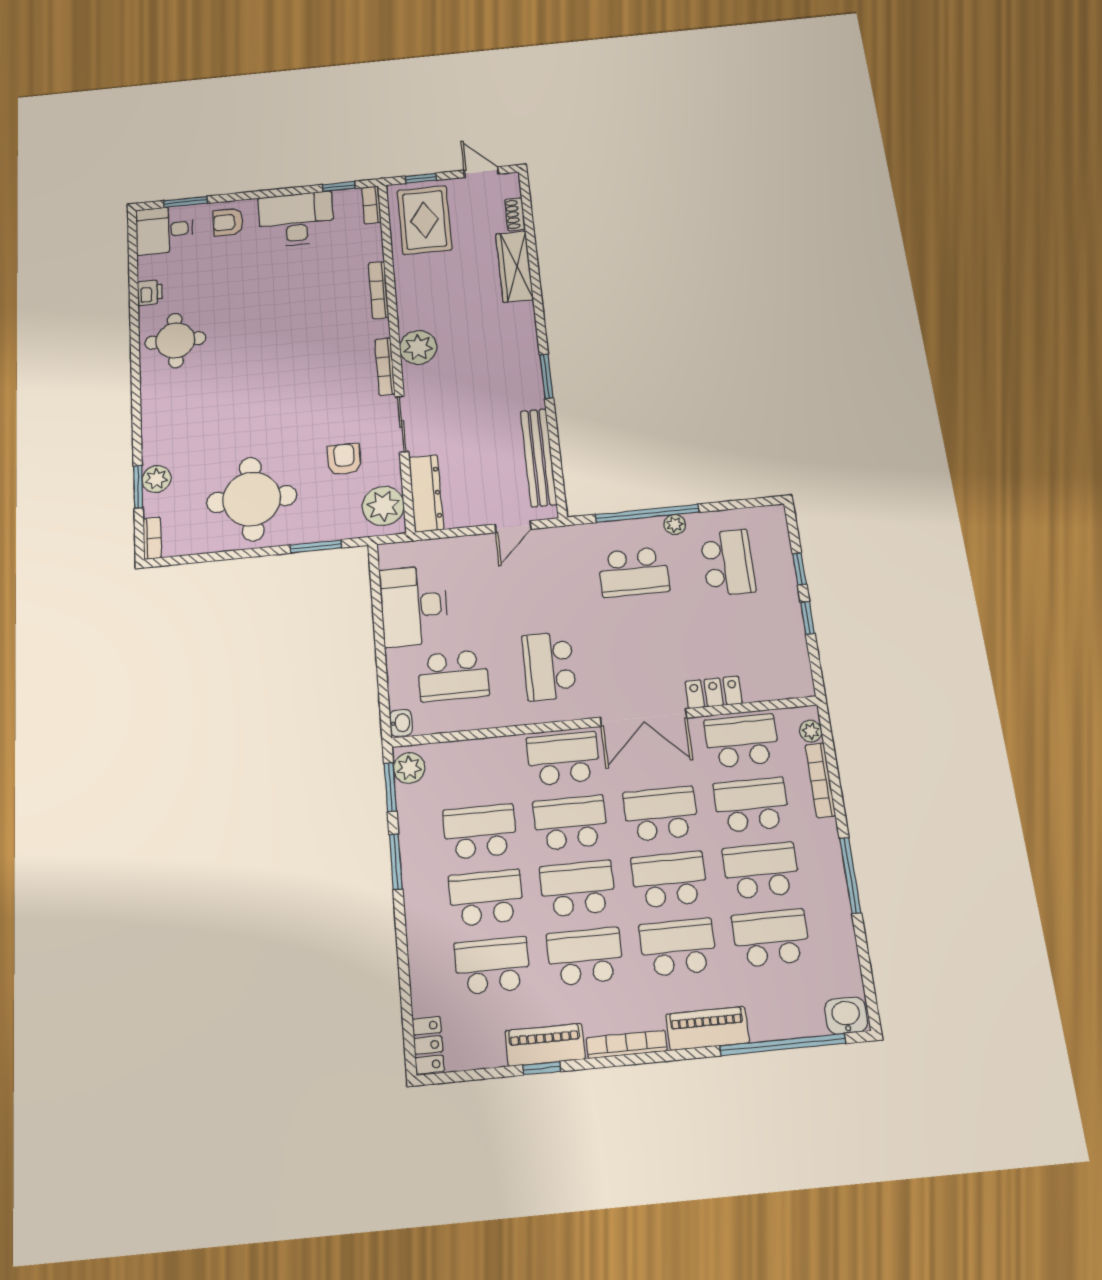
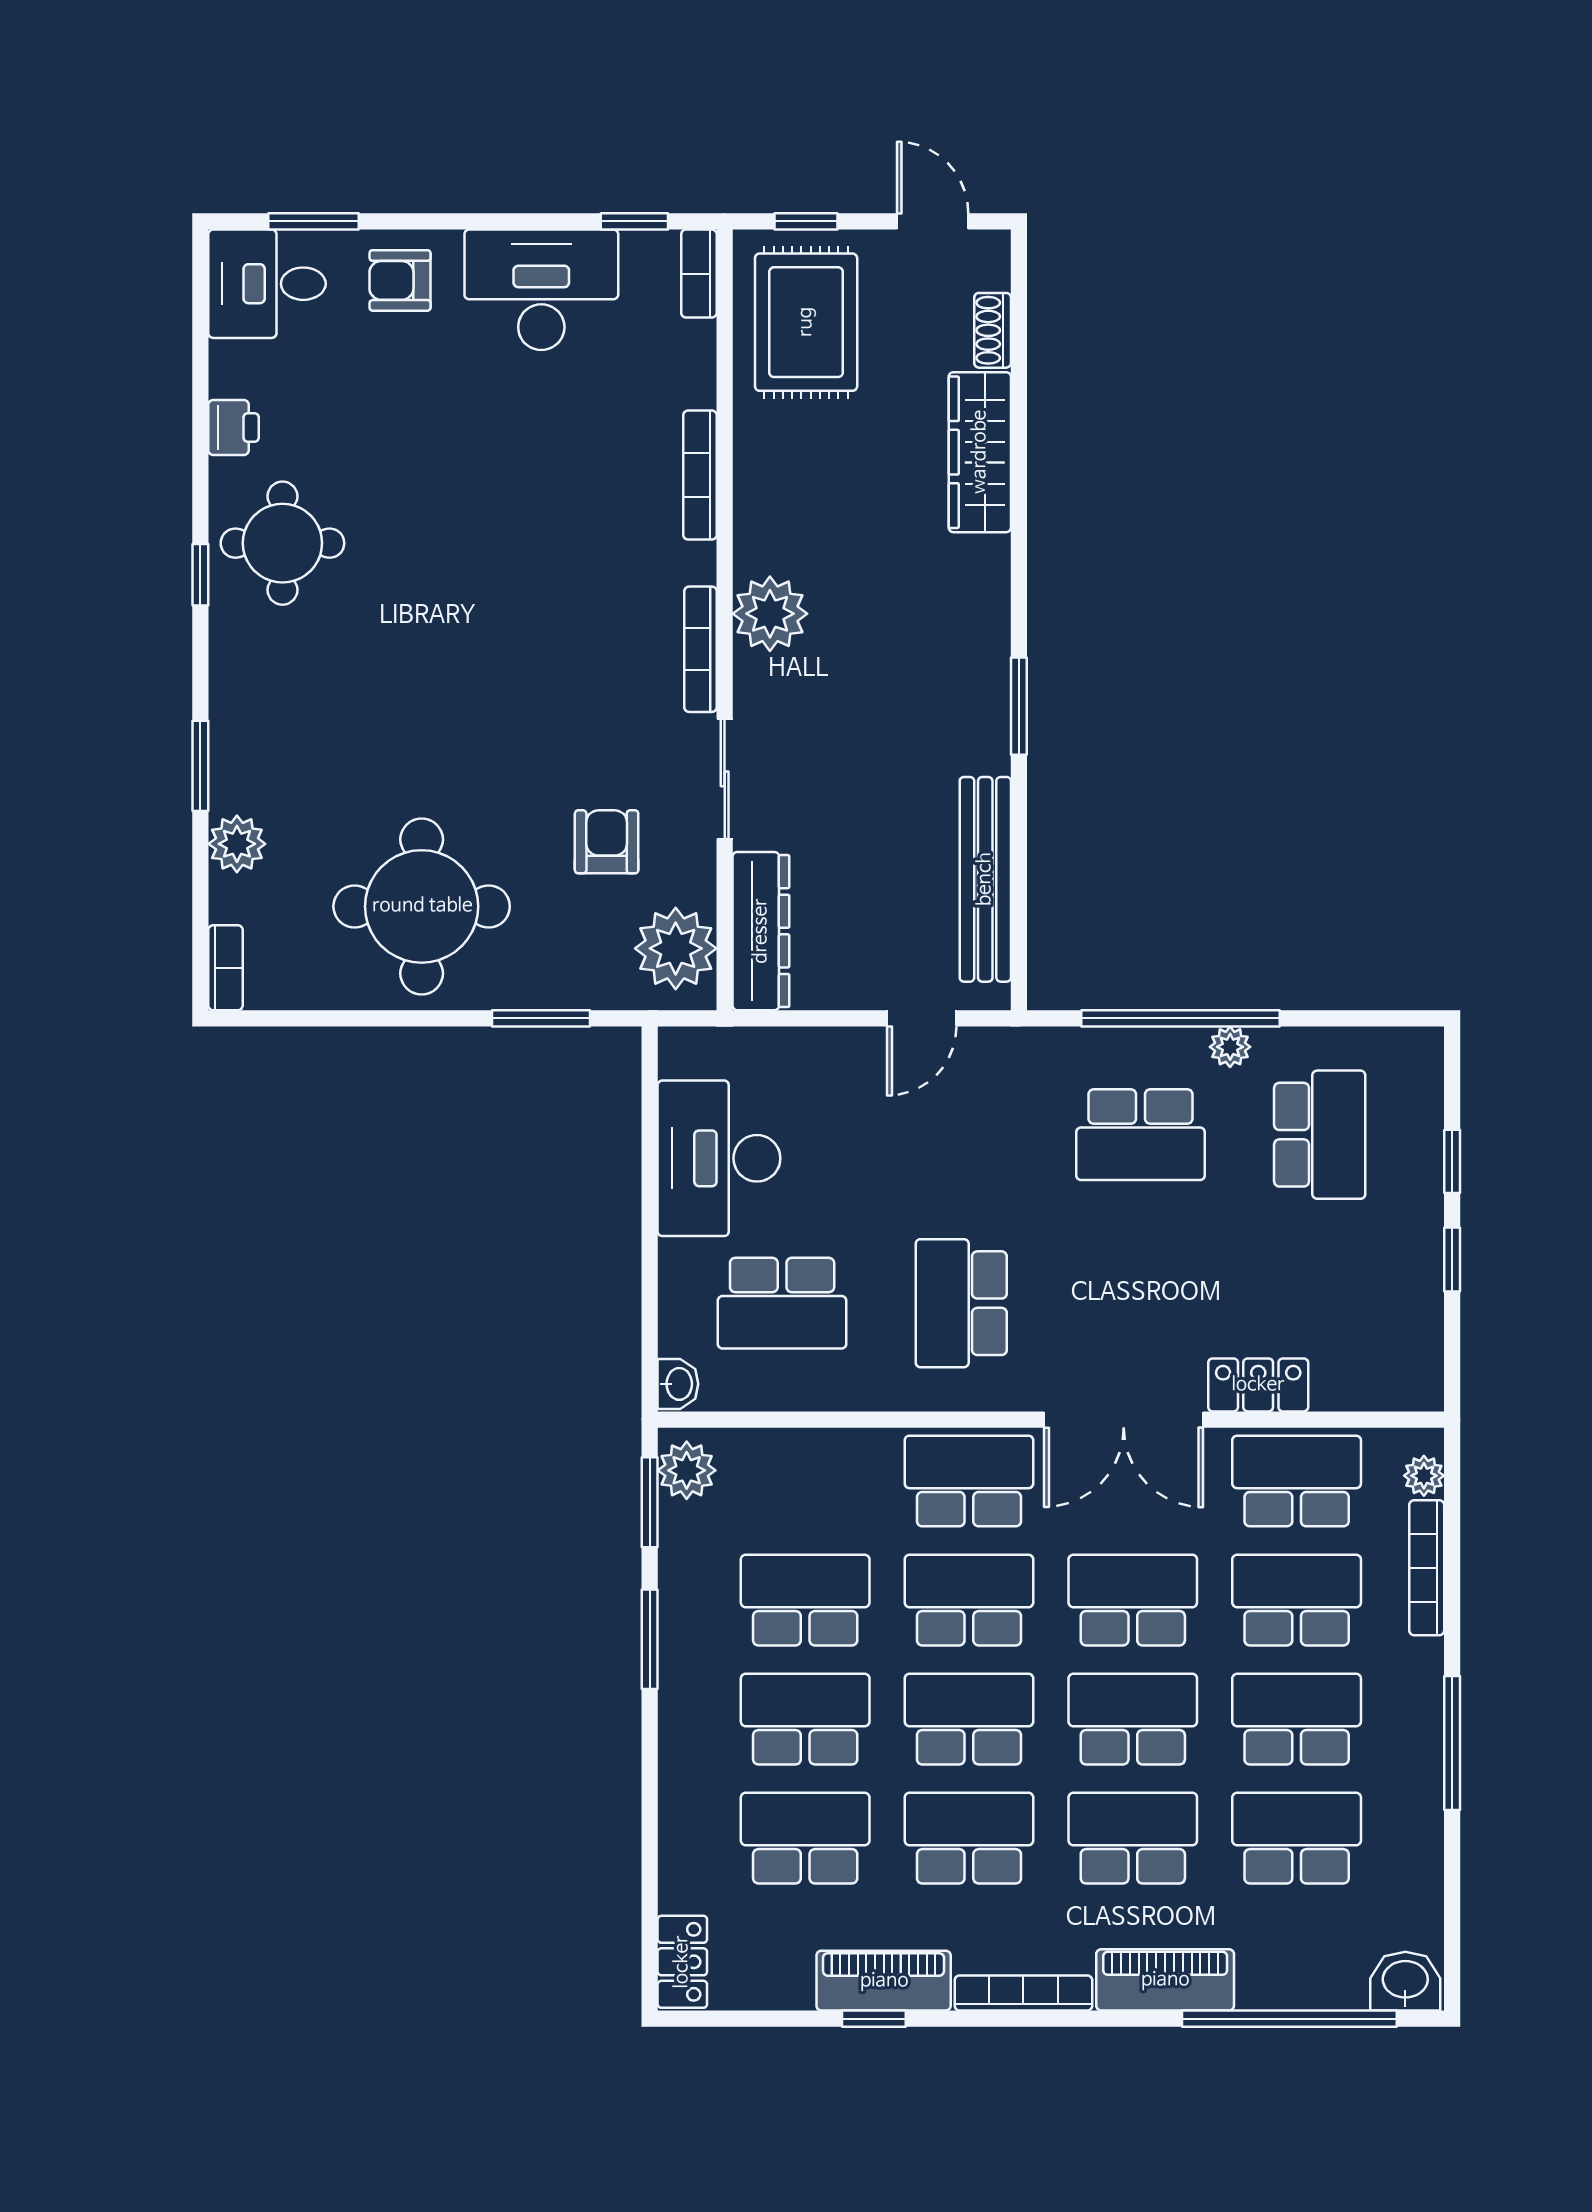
window: (135, 358) -> (200, 575), added
window: (138, 487) -> (200, 766), moved

